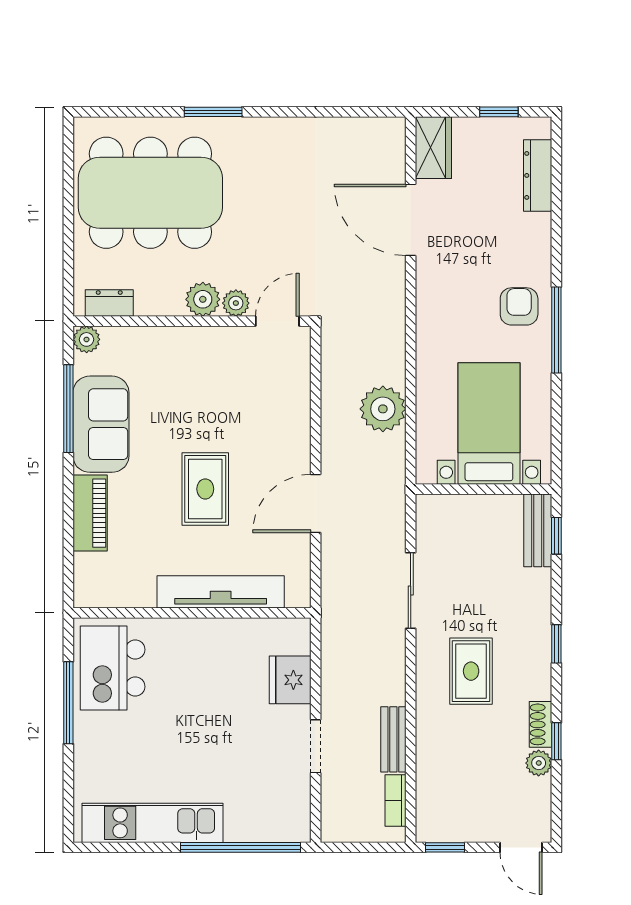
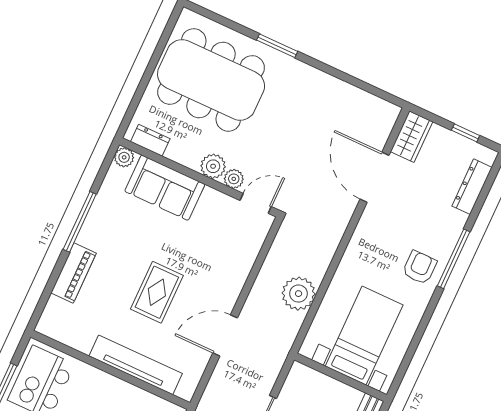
window: (556, 330) -> (454, 259), moved
window: (68, 409) -> (80, 222), moved
sofa: (101, 424) -> (165, 188), moved, turned 90

